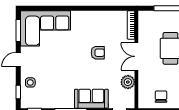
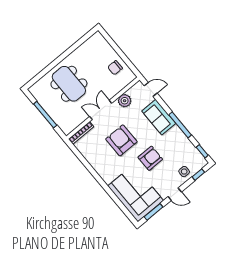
armchair: (98, 53) -> (121, 140), width x1.88, depth x1.88
double door: (136, 56) -> (101, 110), swing flipped
armchair: (64, 64) -> (150, 158), added

